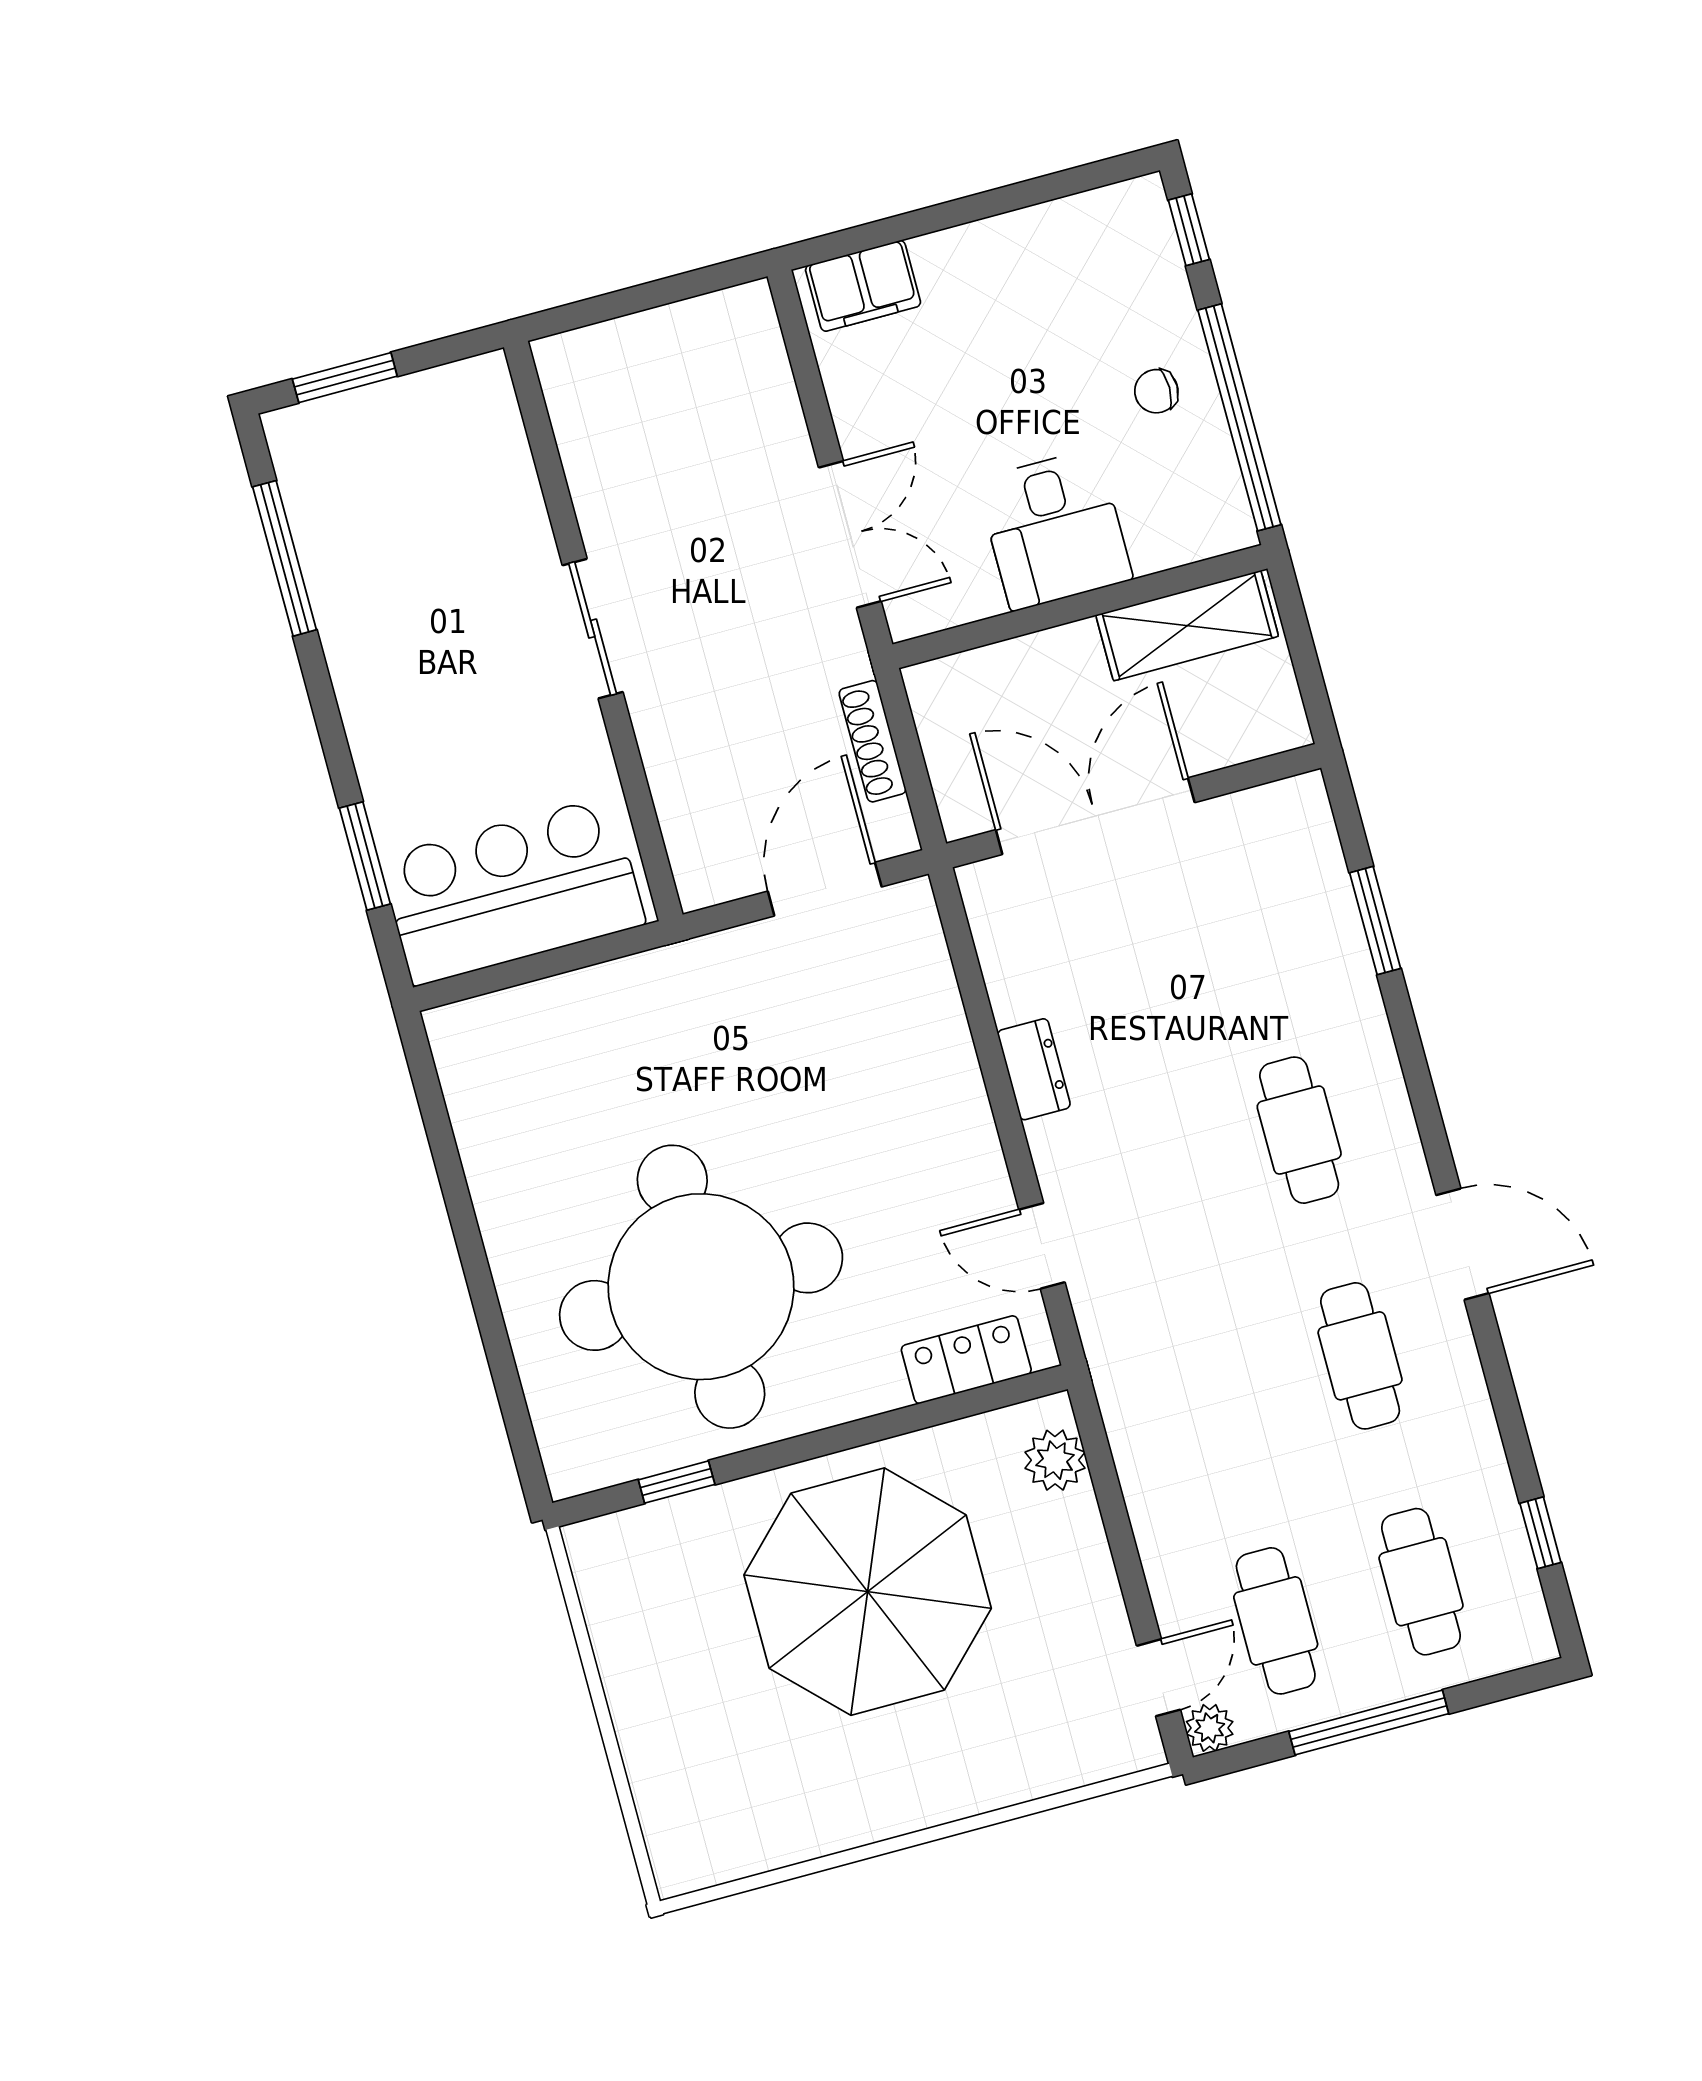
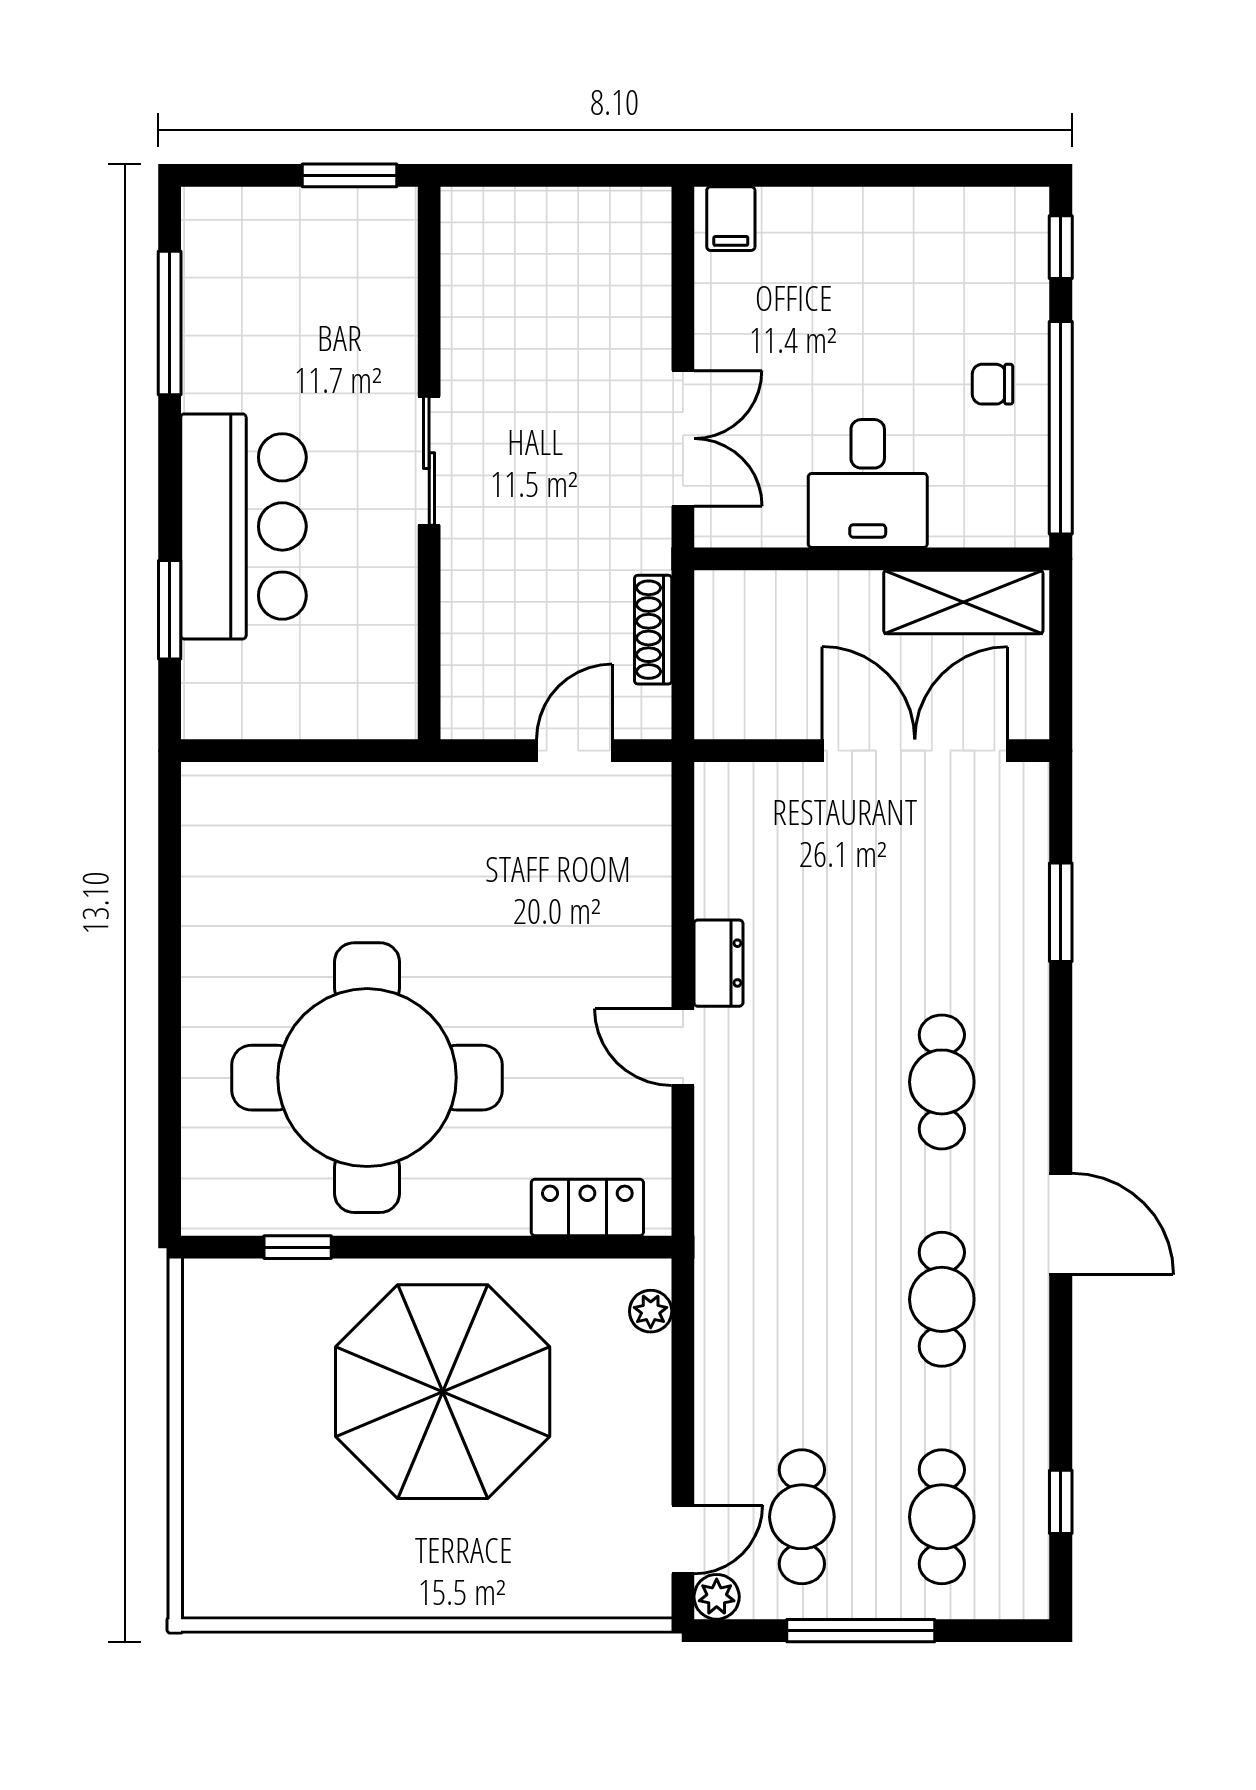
filing cabinet: (863, 286) -> (731, 219), width x0.50
window: (345, 378) -> (349, 175), moved
double door: (1095, 816) -> (915, 751), moved
door: (825, 889) -> (574, 751), width x0.73
bar counter: (512, 891) -> (244, 526), moved, turned 90
door: (1042, 1246) -> (683, 1047), moved
plant: (1055, 1460) -> (651, 1311), width x0.73, depth x0.73

